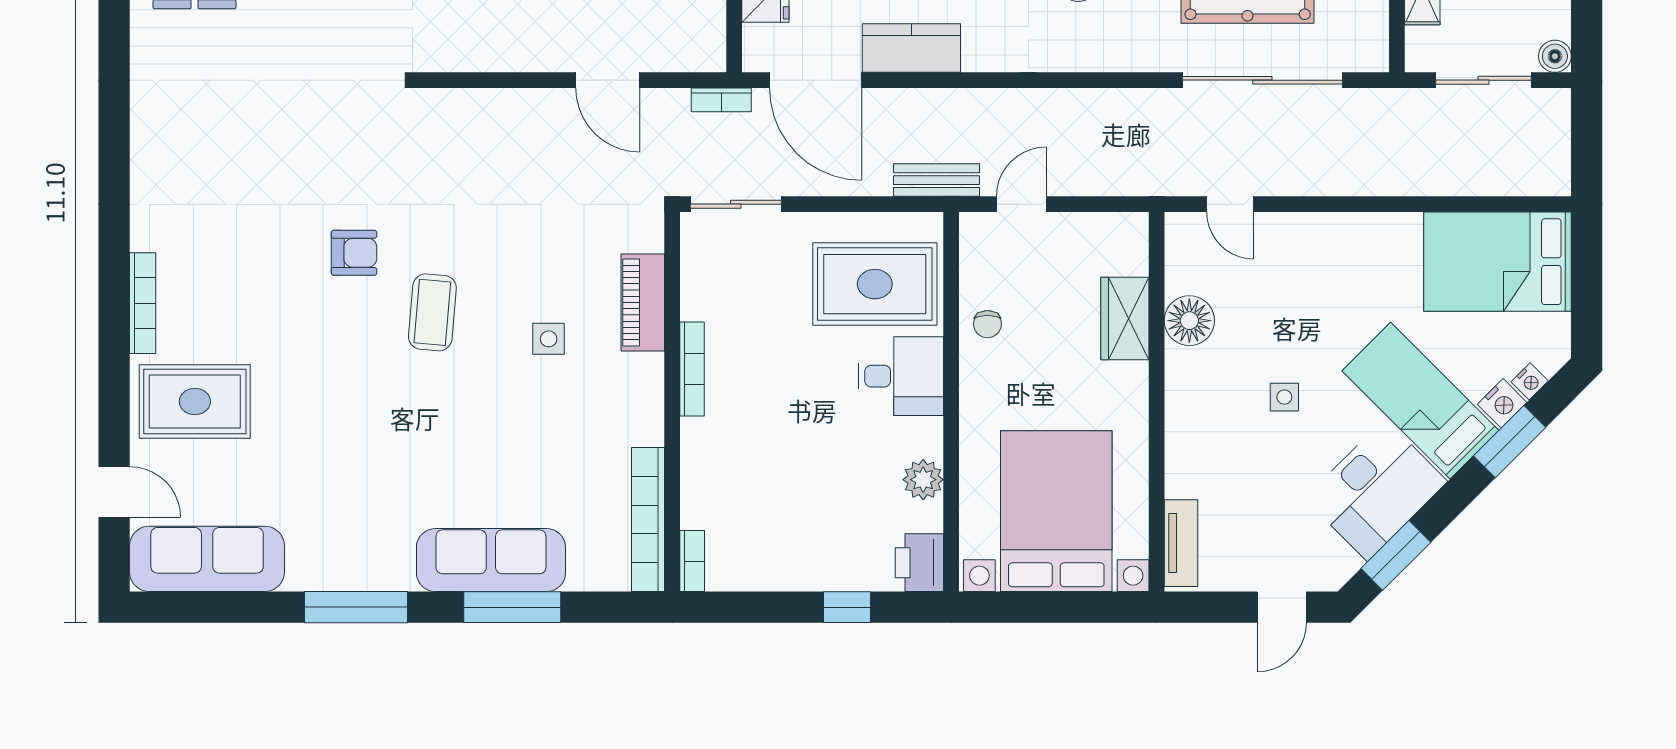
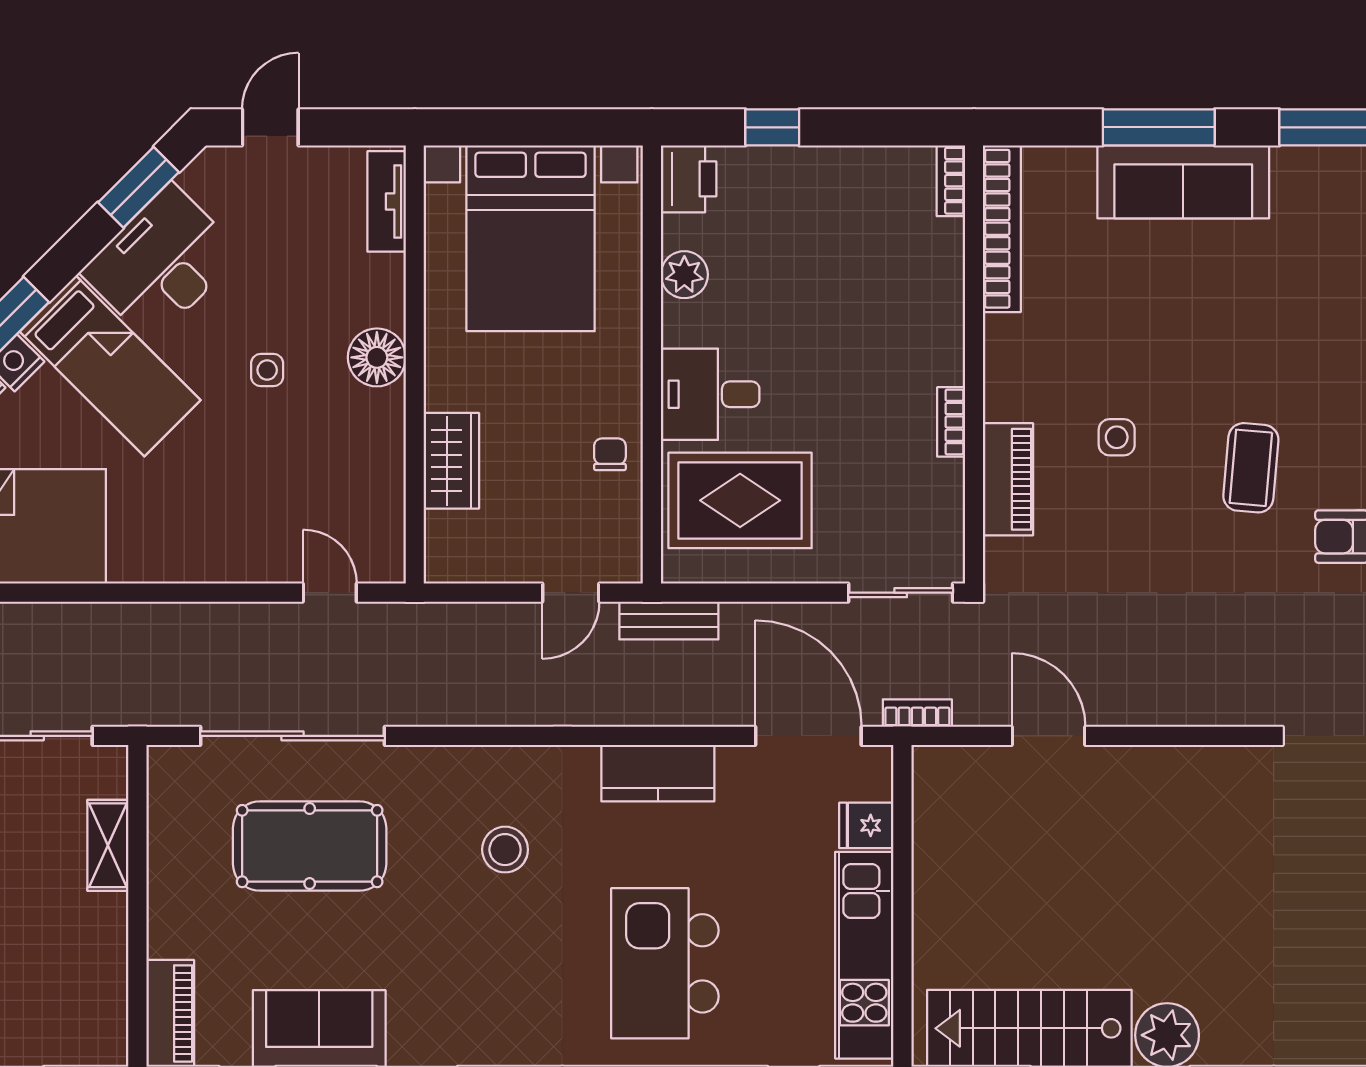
kitchen counter: (911, 48) -> (658, 773), moved
floor lamp: (1189, 321) -> (377, 357), moved
bookcase: (692, 369) -> (951, 422), width x0.64

